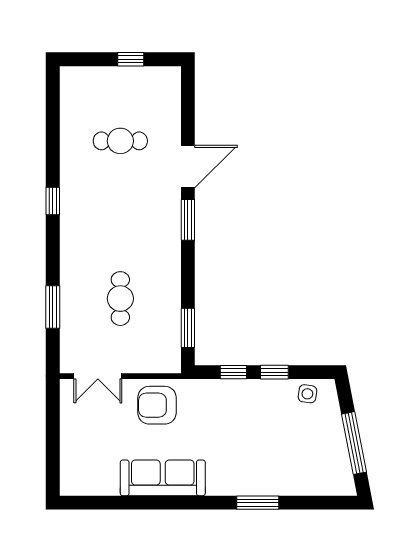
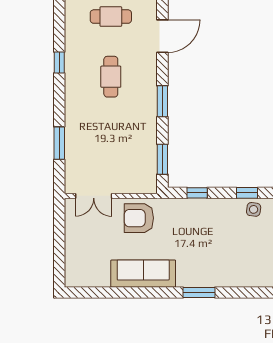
window: (188, 220) -> (162, 101), moved
cafe table: (120, 299) -> (111, 77), moved
window: (274, 372) -> (247, 193), moved
window: (258, 503) -> (199, 292), moved

